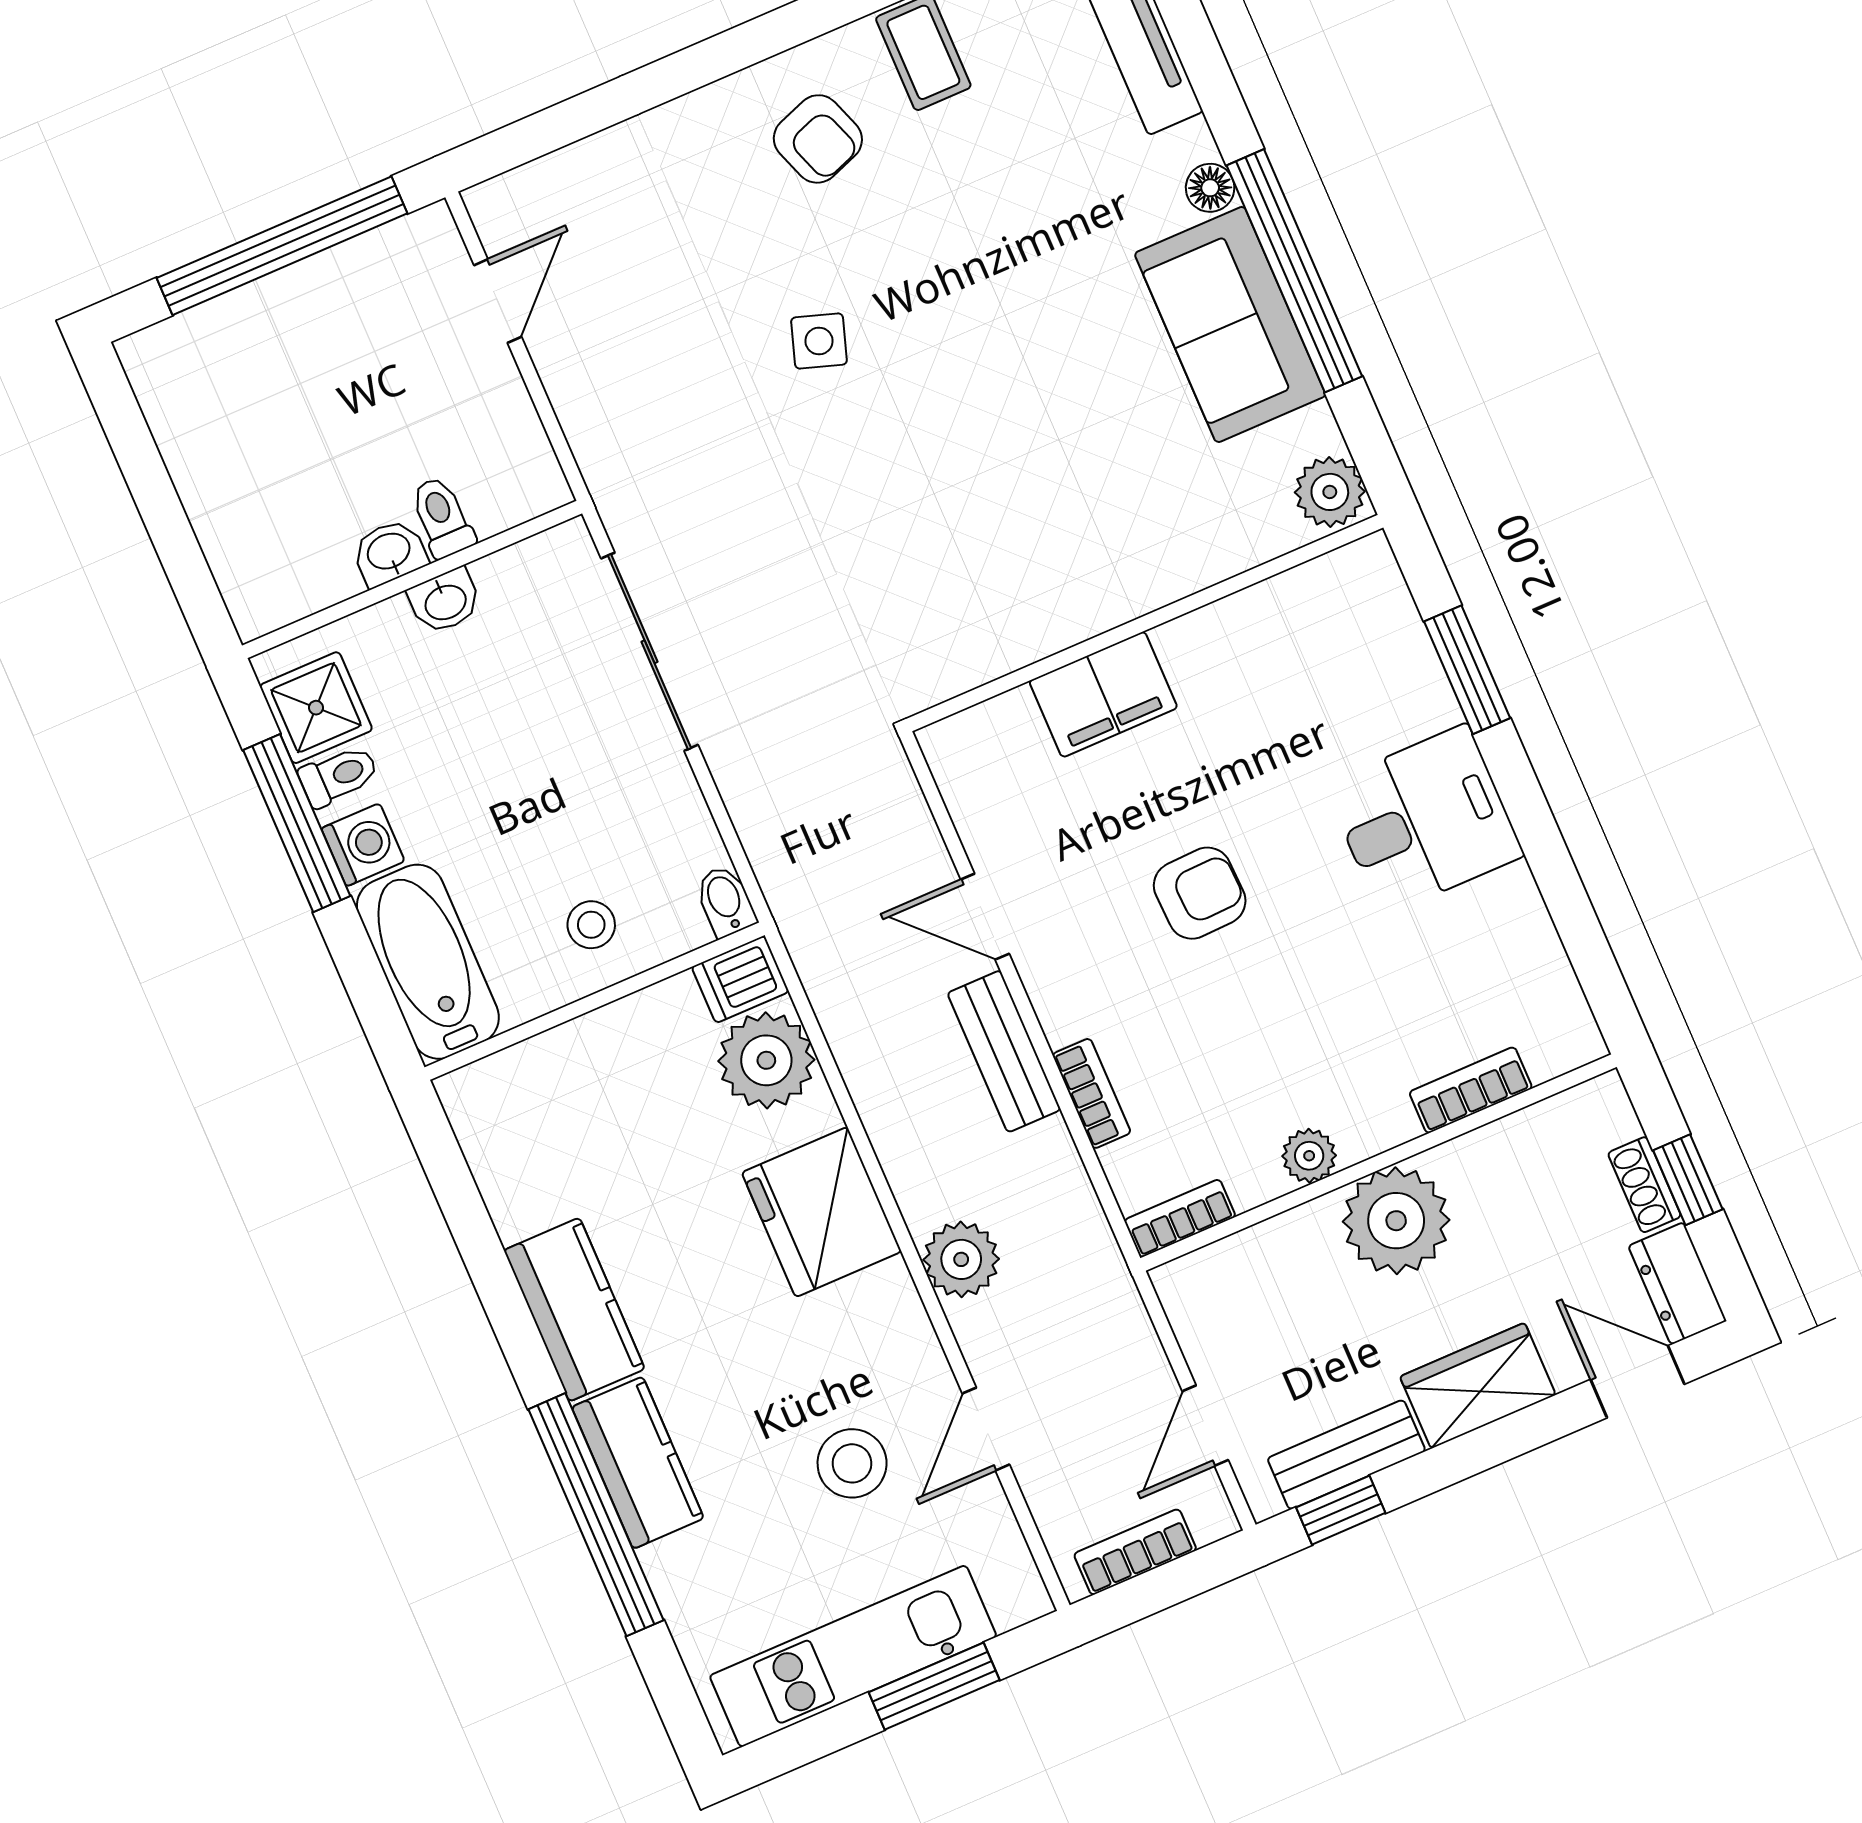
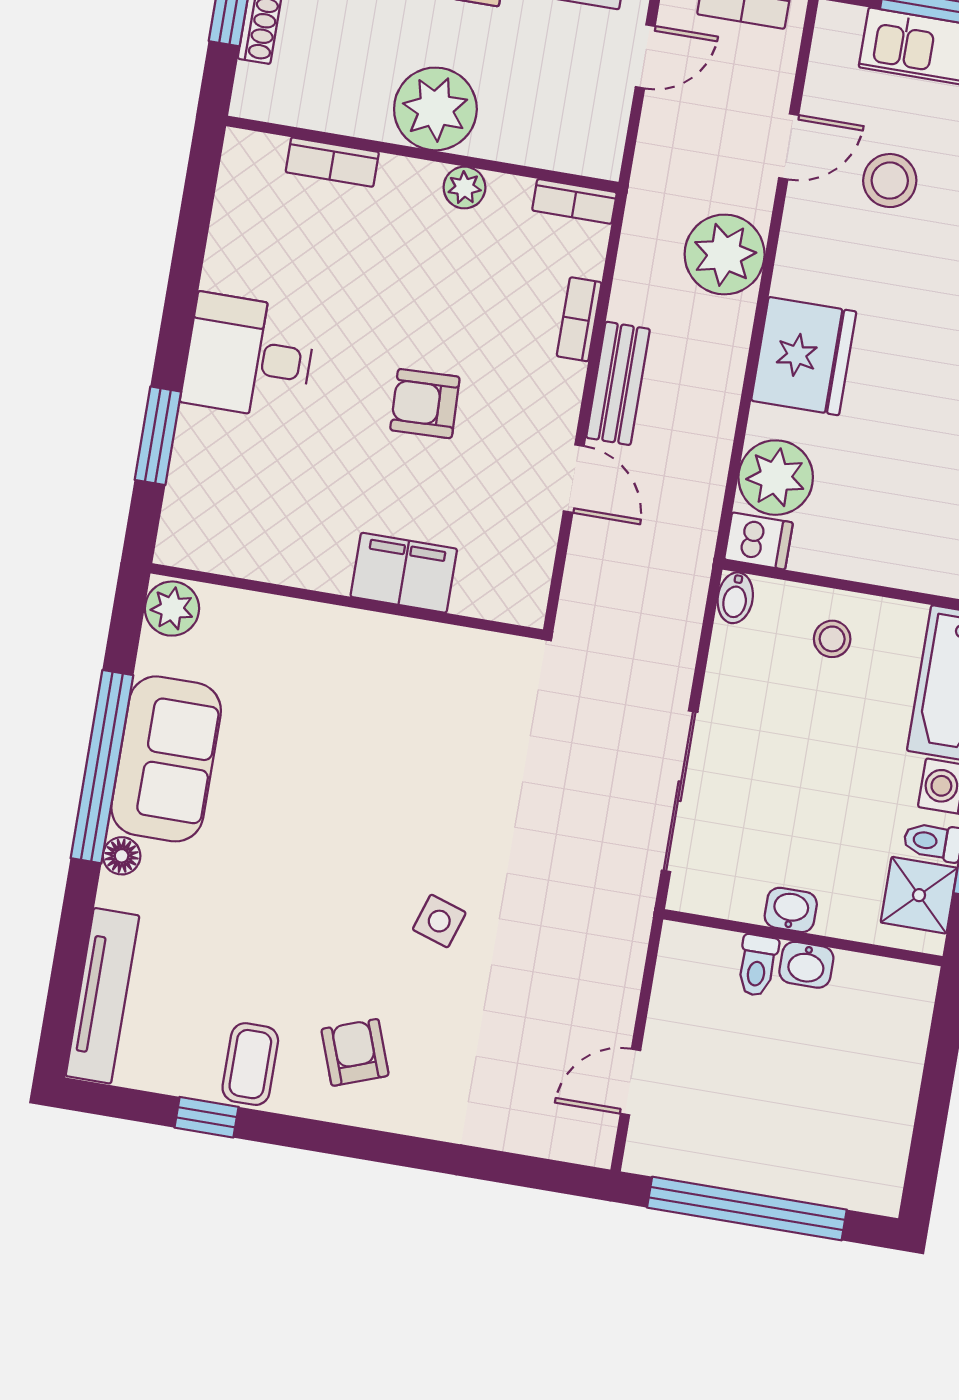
plant: (961, 1259) -> (725, 254), width x1.36, depth x1.36

